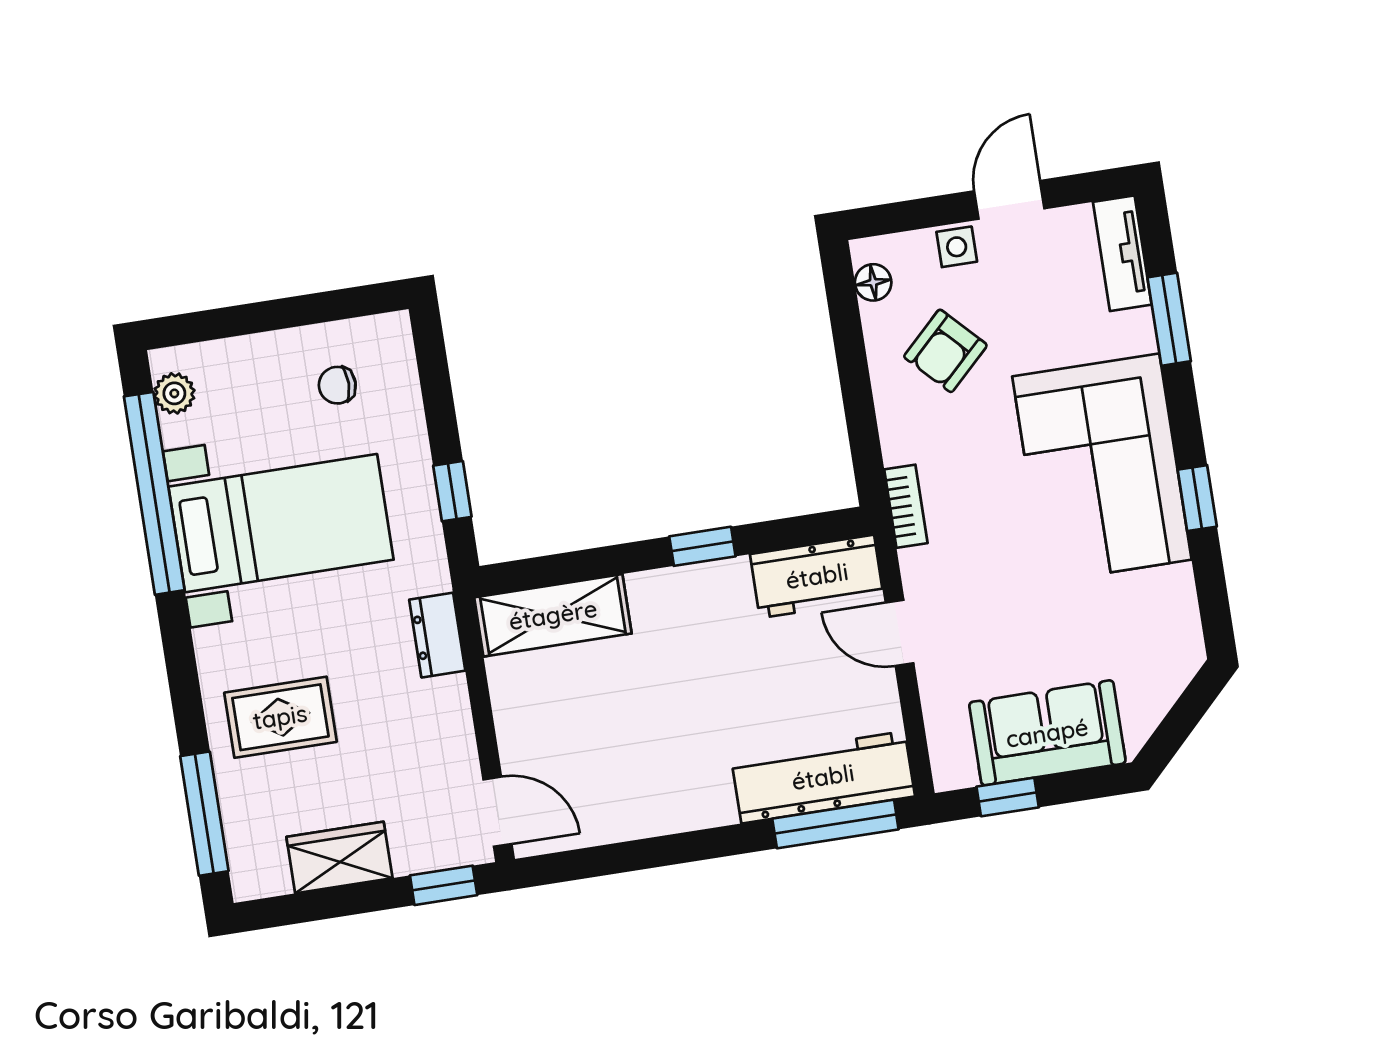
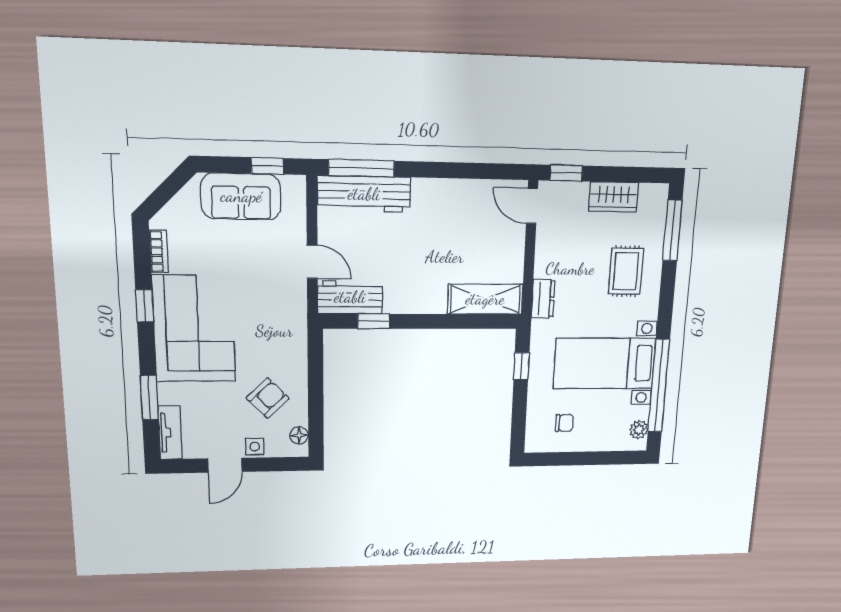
bookcase: (906, 506) -> (159, 252), moved, turned 180
window: (702, 546) -> (374, 321), moved
rug: (280, 717) -> (626, 271), turned 90

